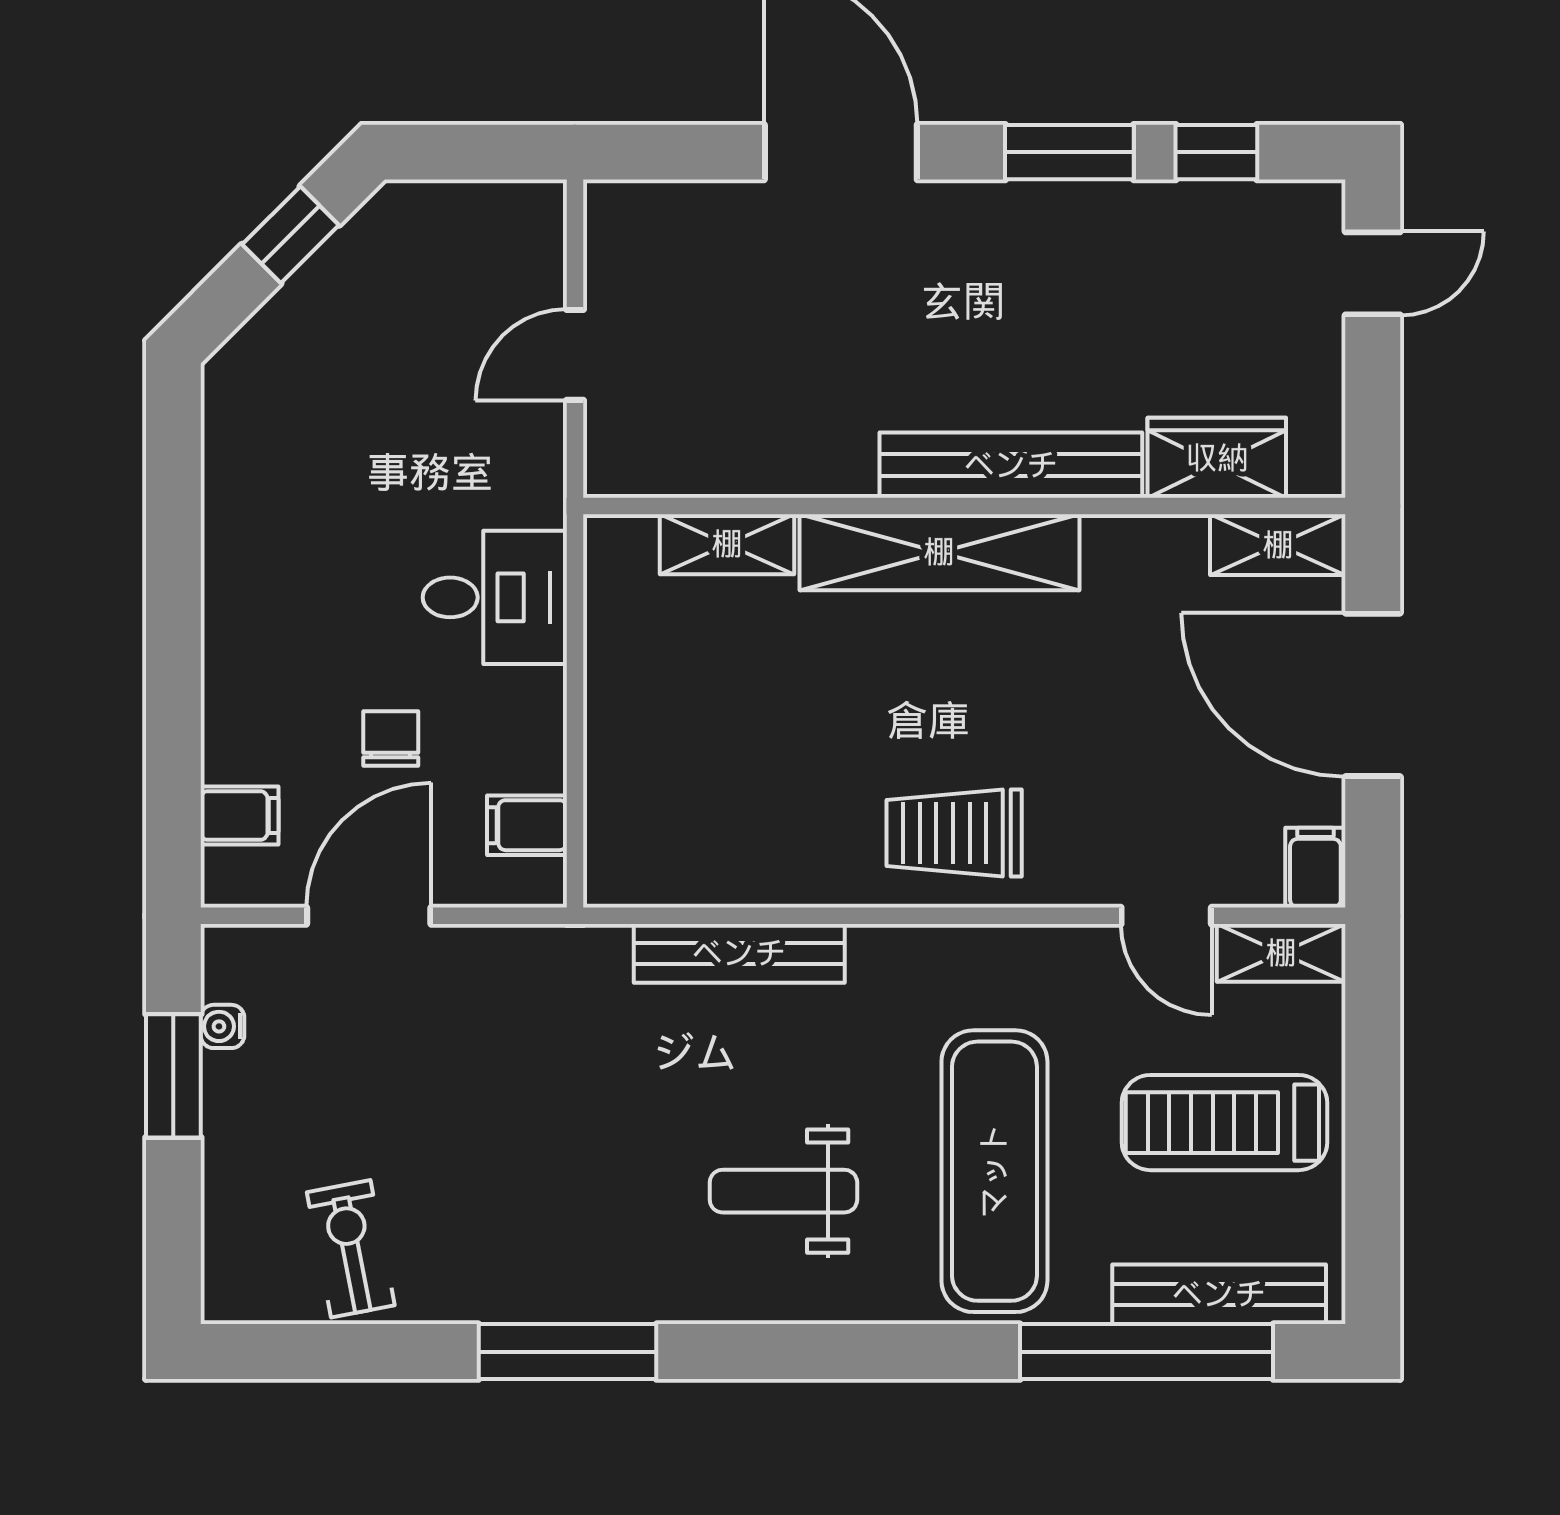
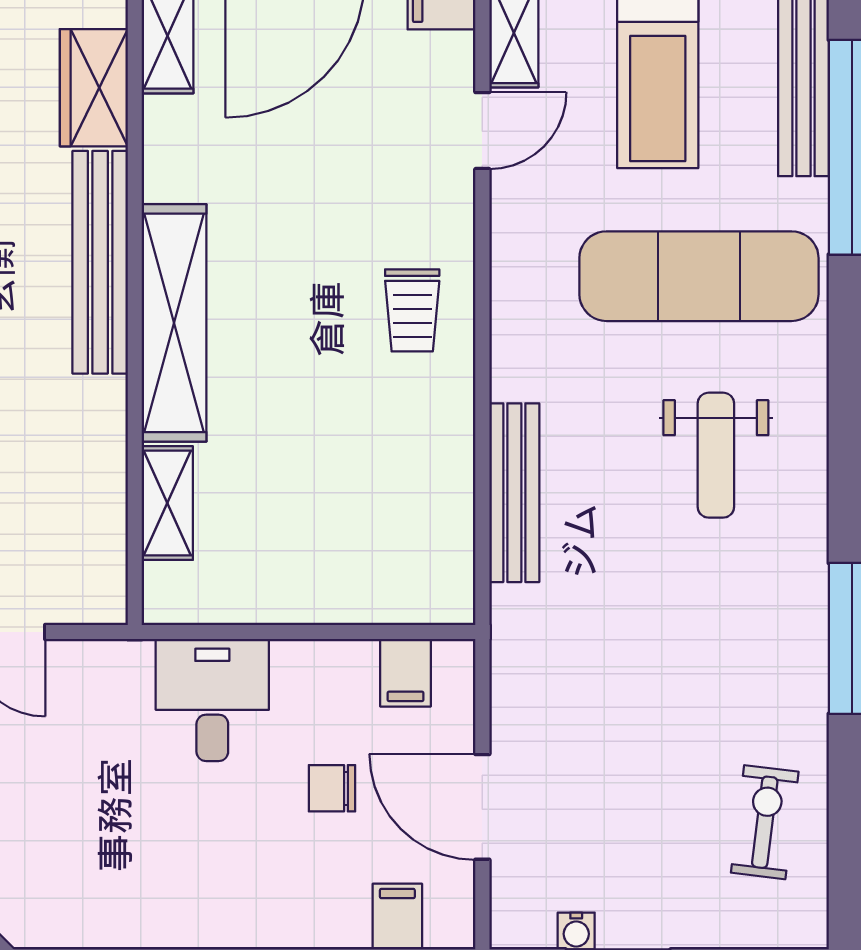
trolley: (954, 833) -> (412, 310), width x0.73, depth x0.72
exercise bike: (351, 1249) -> (765, 822), turned 108

